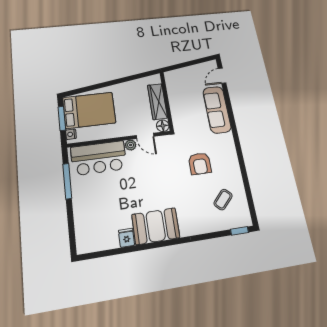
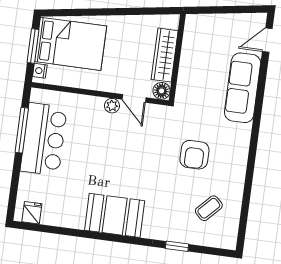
bar counter: (99, 158) -> (44, 139), moved, turned -90
window: (239, 231) -> (177, 246), moved
fridge: (127, 238) -> (32, 213), moved

